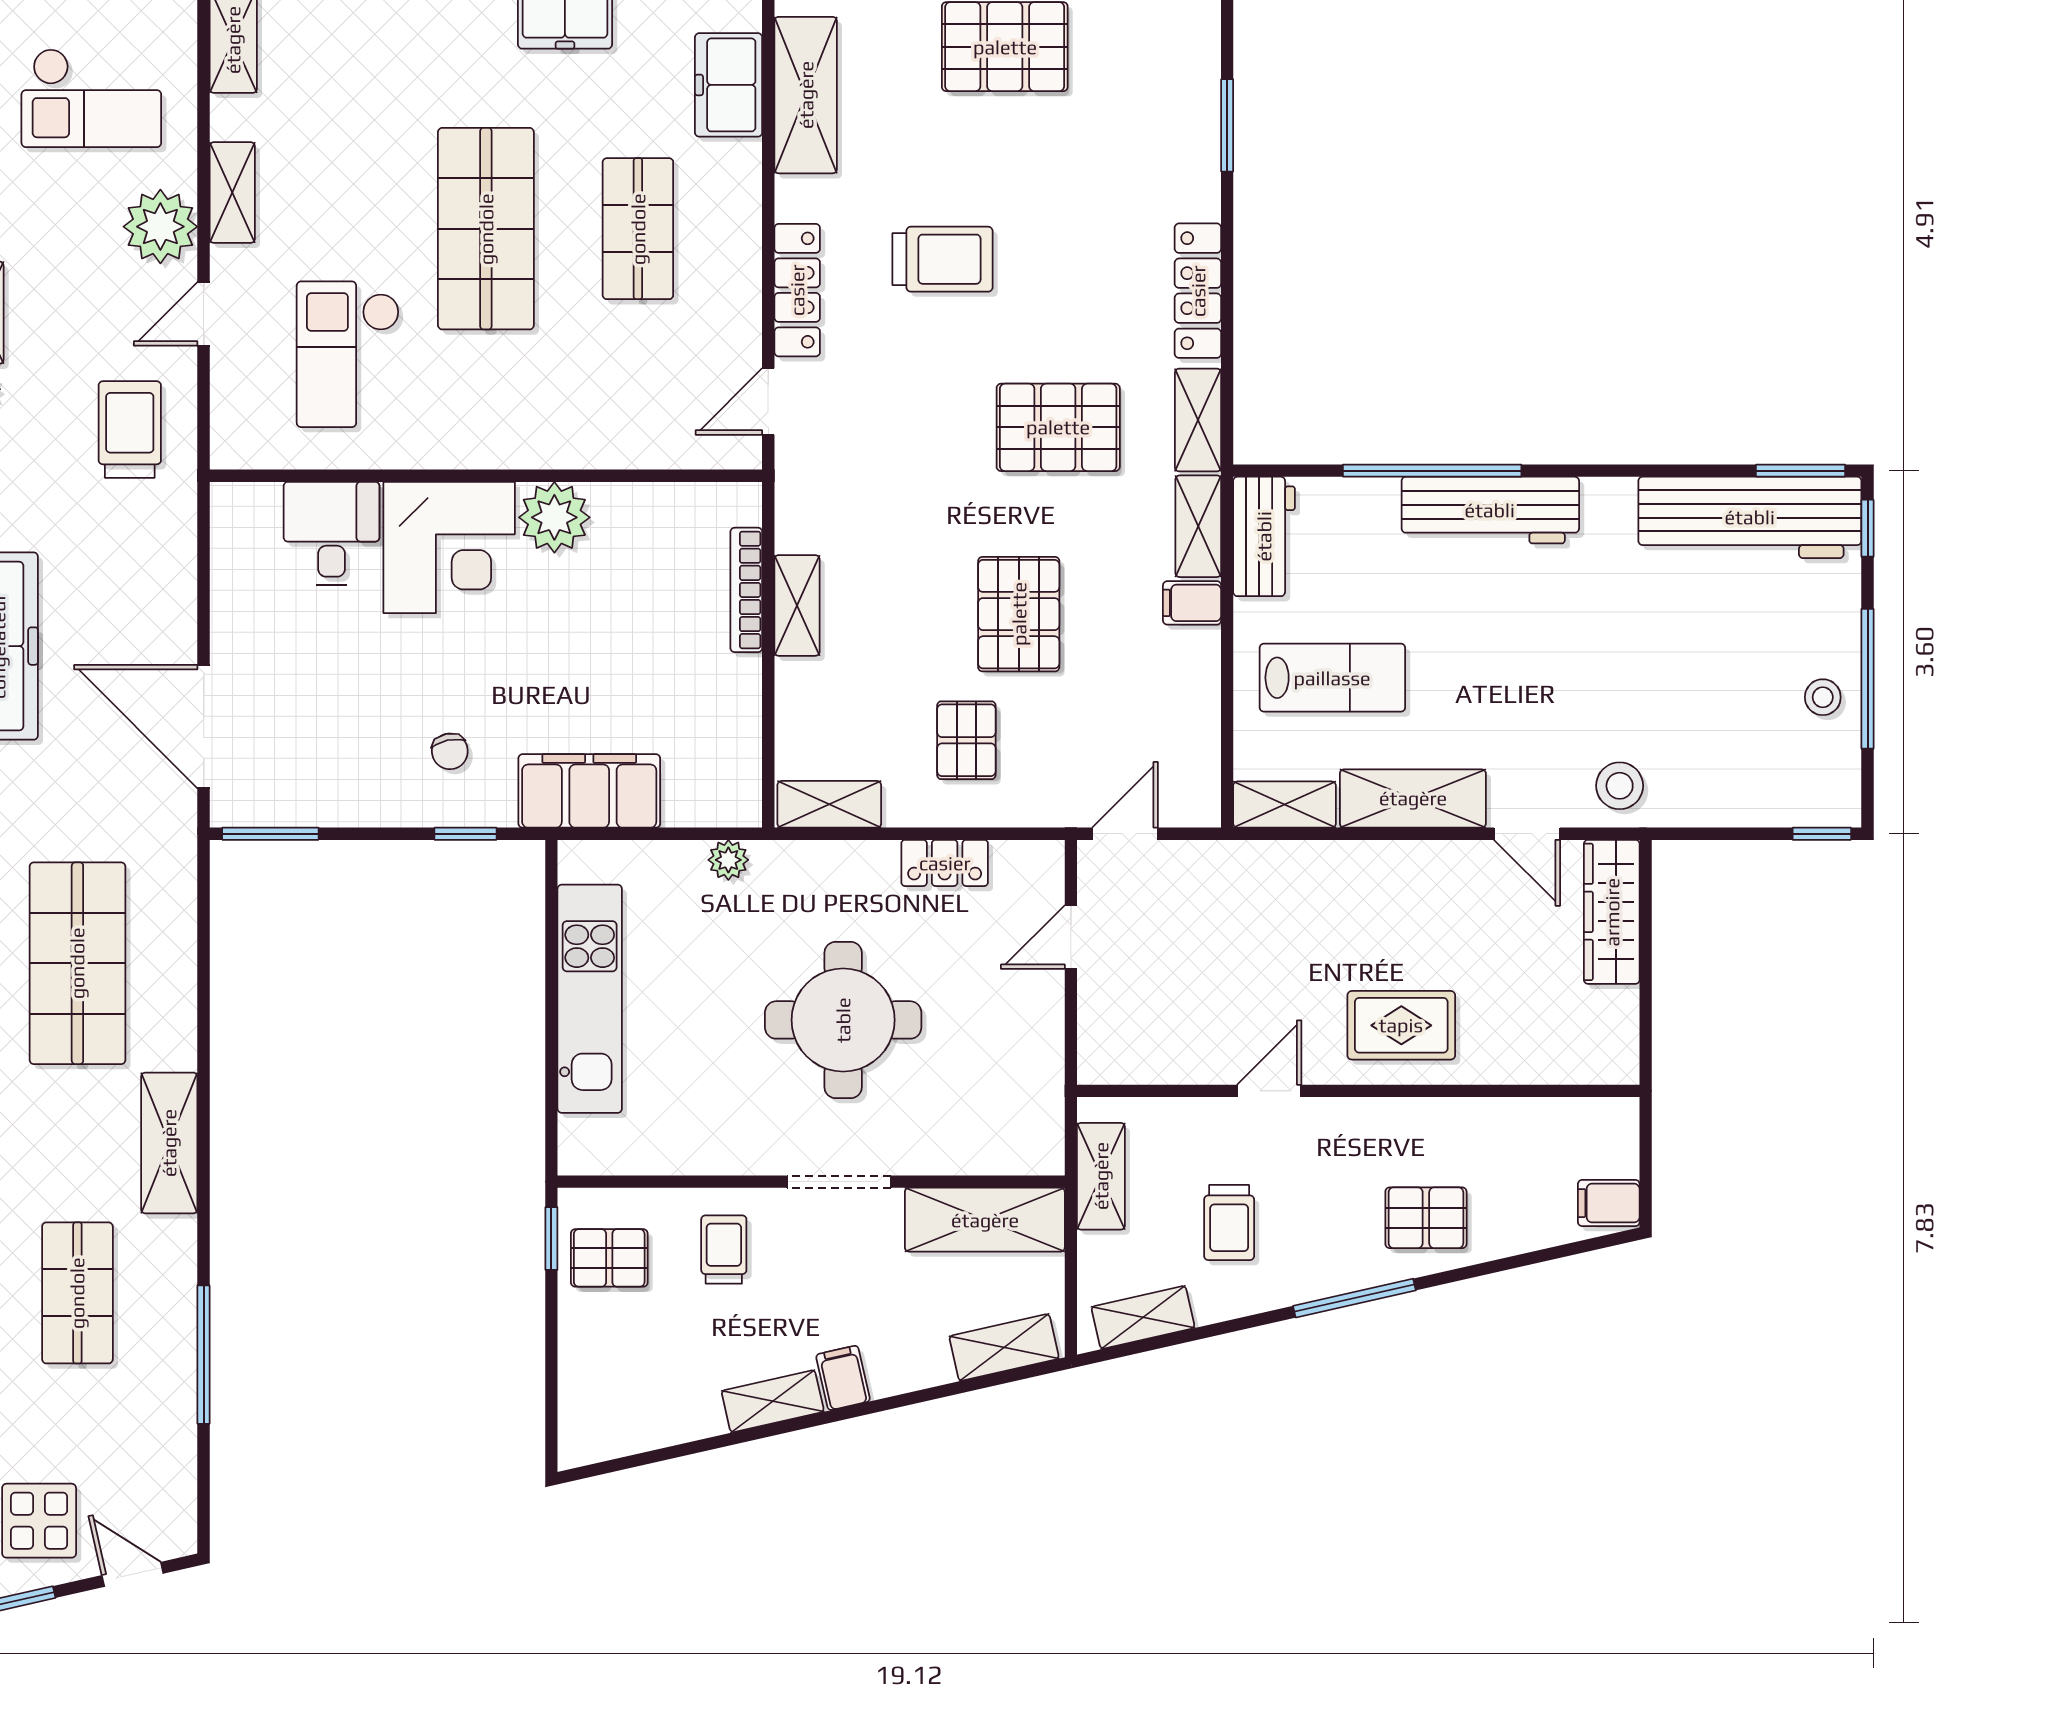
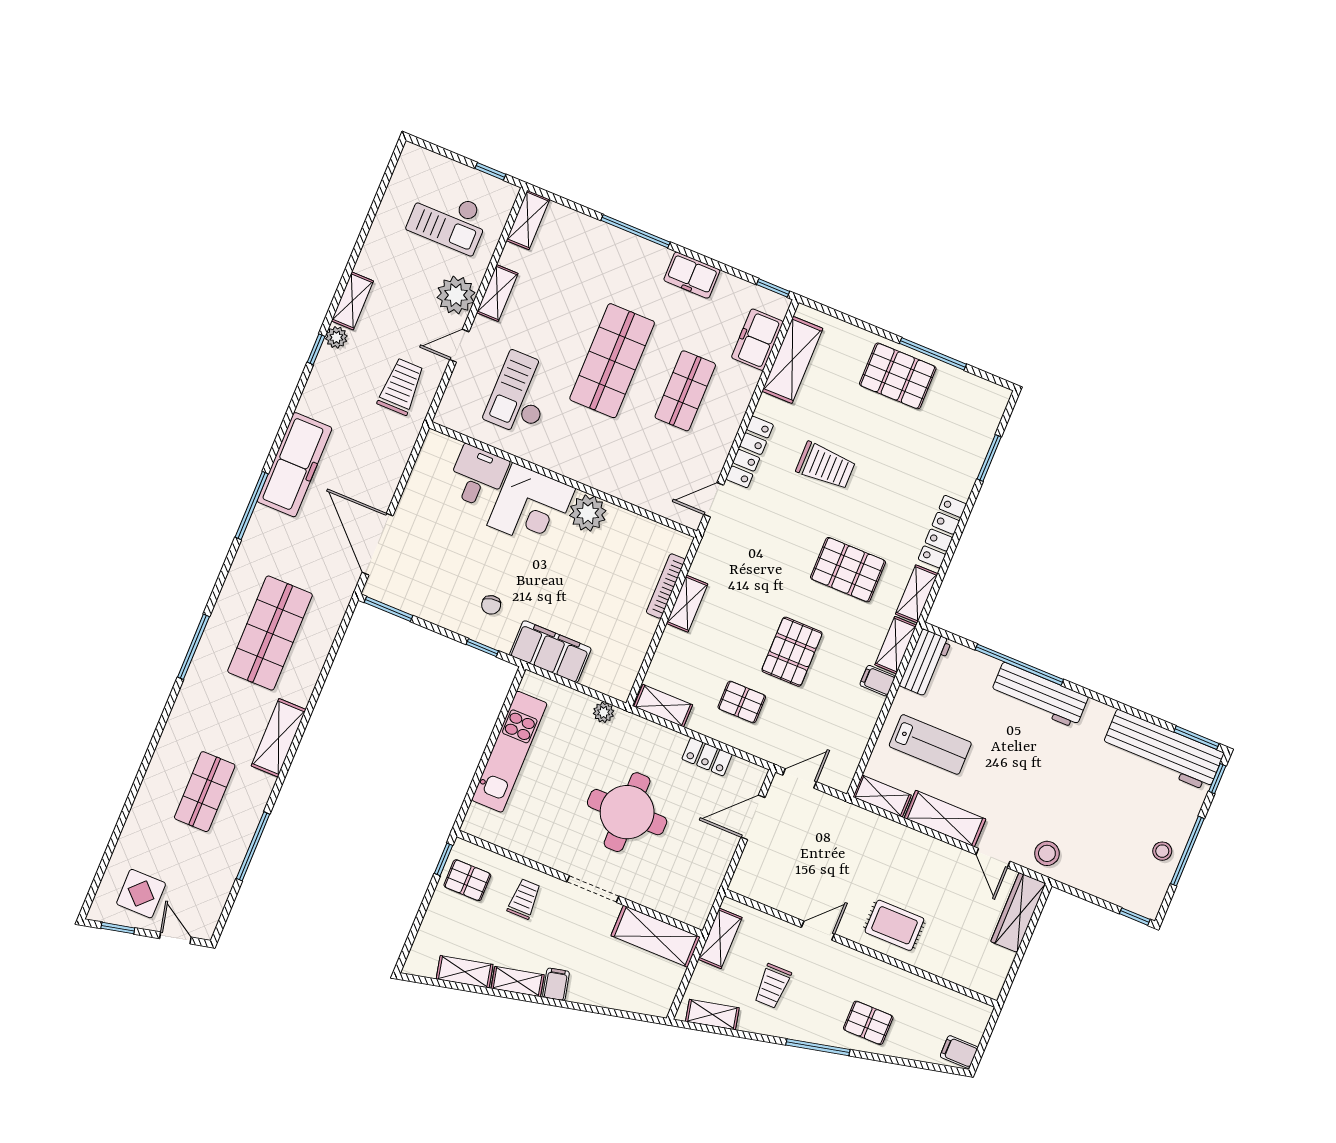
pallet: (966, 740) -> (742, 702), turned 90
door: (1071, 937) -> (753, 817), width x1.38
shelving: (1004, 1347) -> (465, 972), moved

